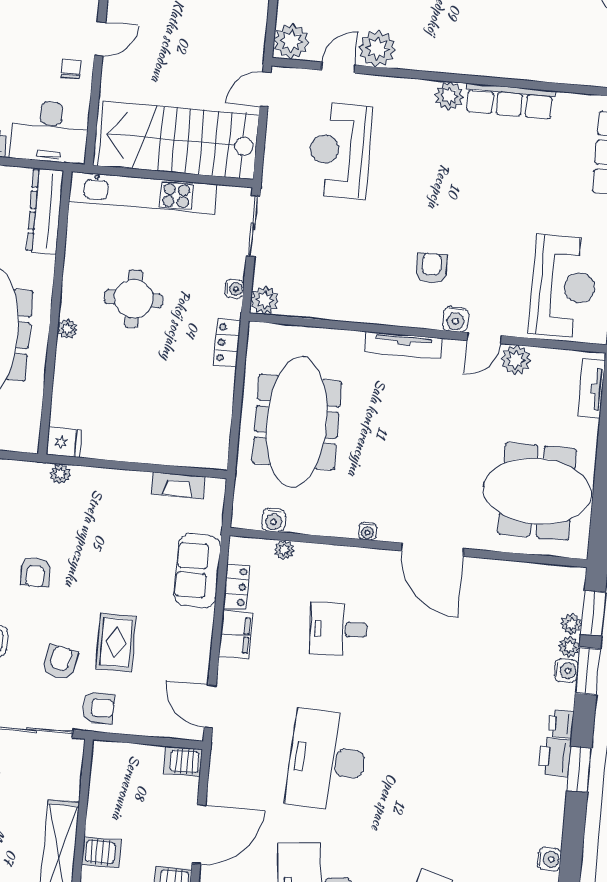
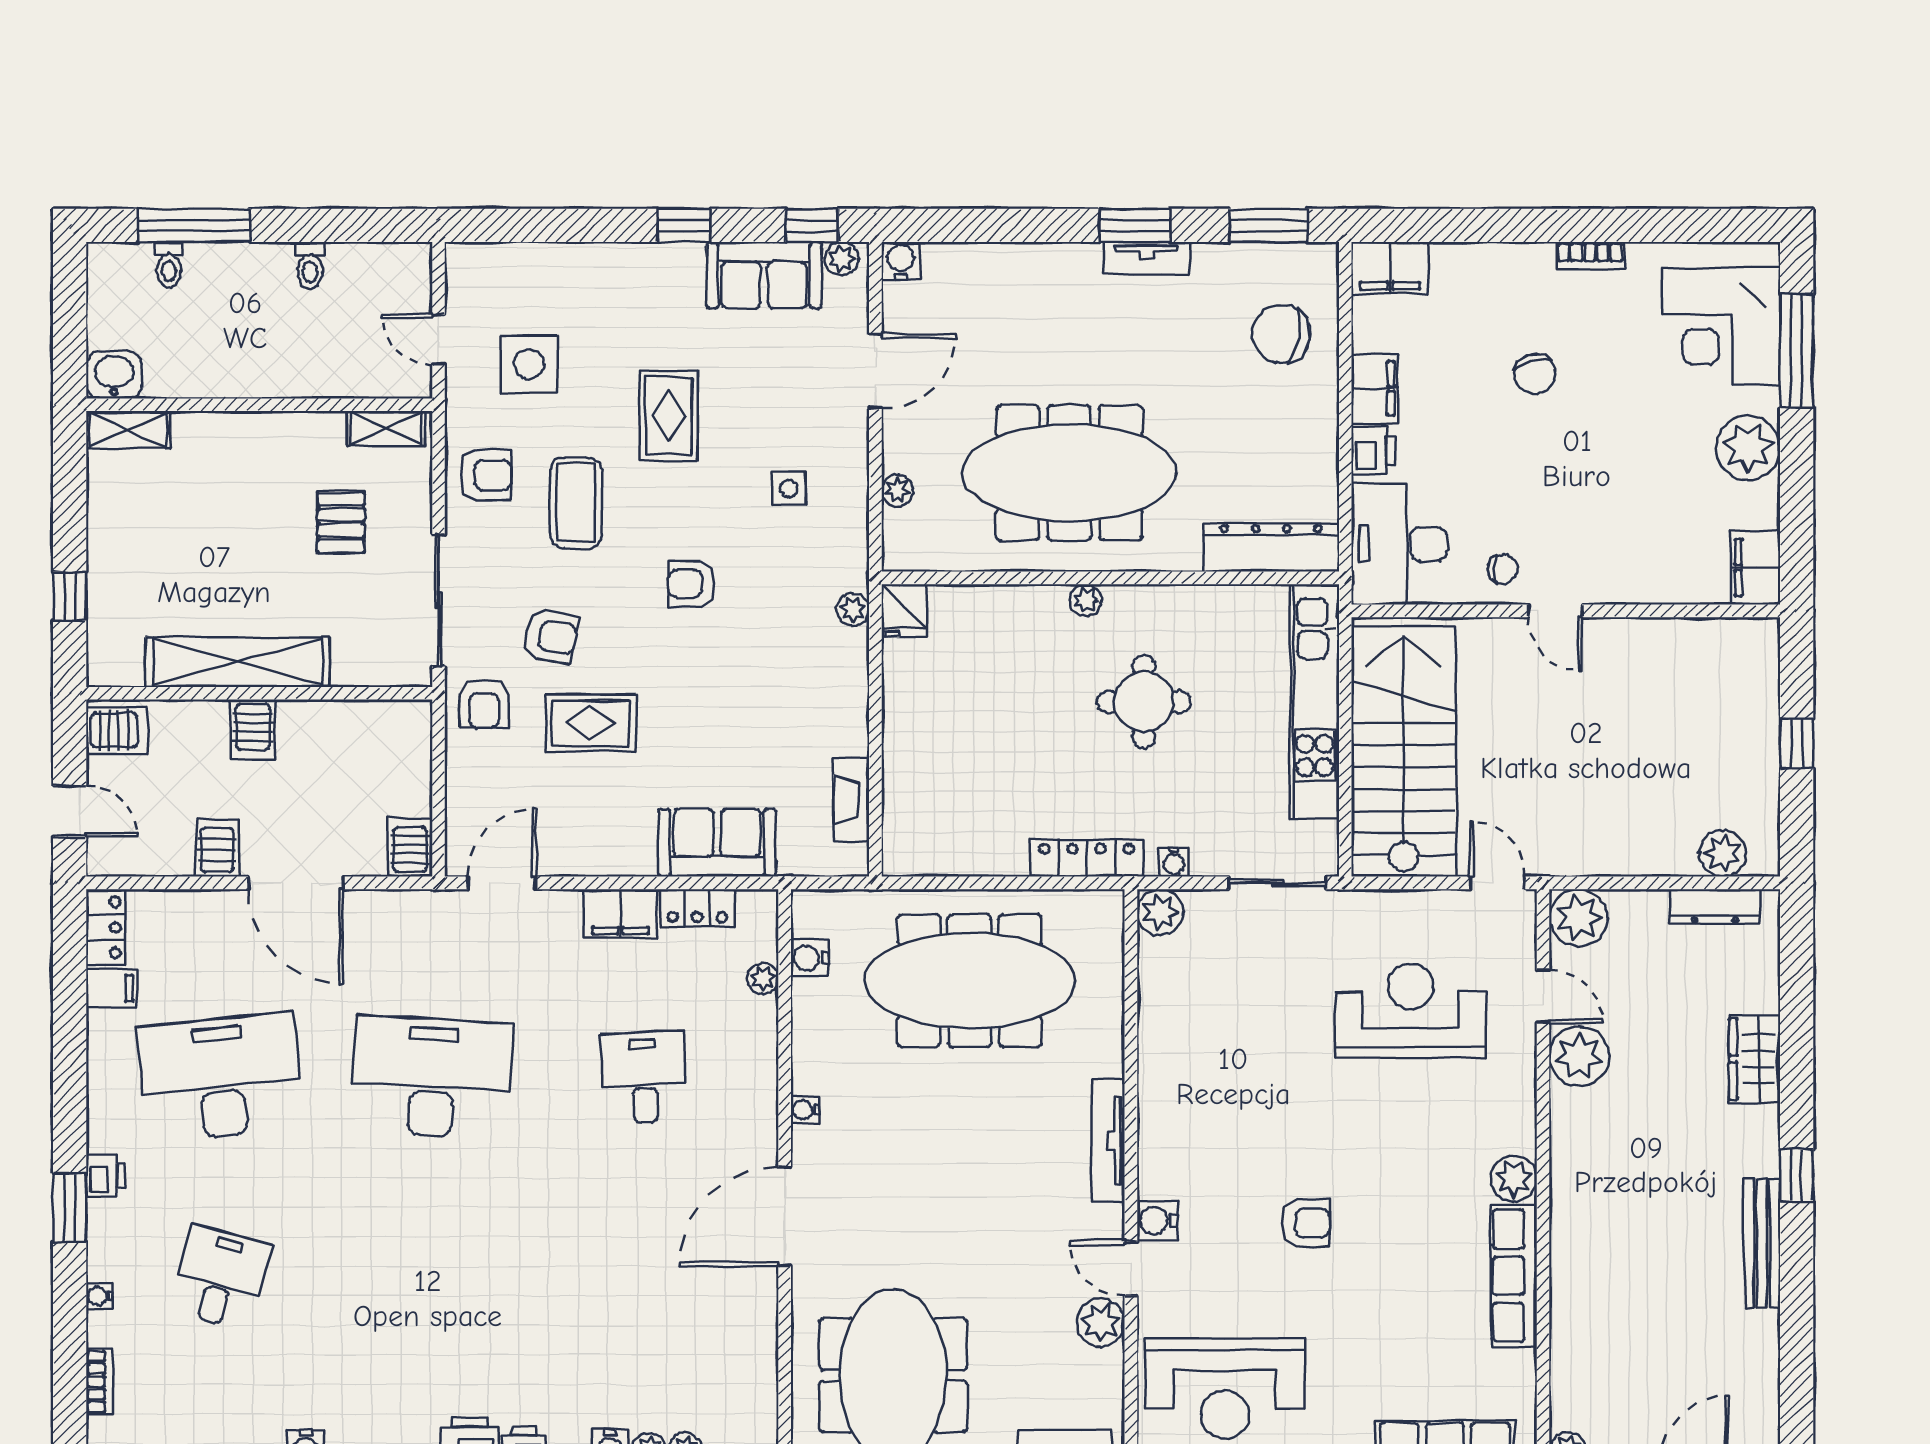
armchair: (431, 268) -> (1306, 1223), moved
locker: (227, 343) -> (1087, 858), width x1.53

